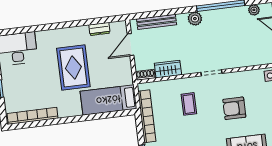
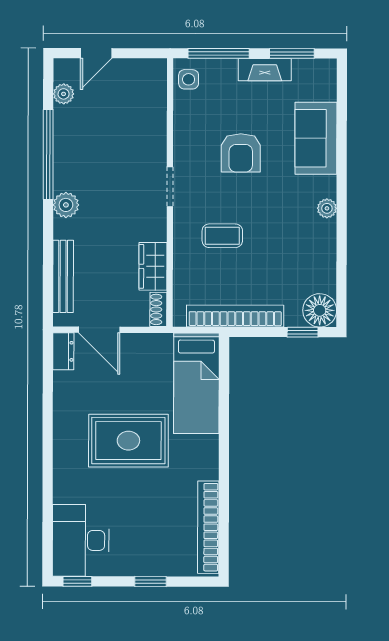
dresser: (99, 29) -> (63, 351), moved

